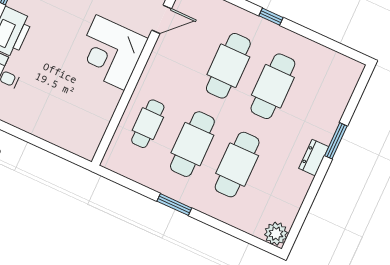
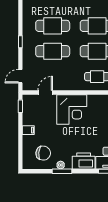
door: (162, 19) -> (45, 93), hinge flipped

